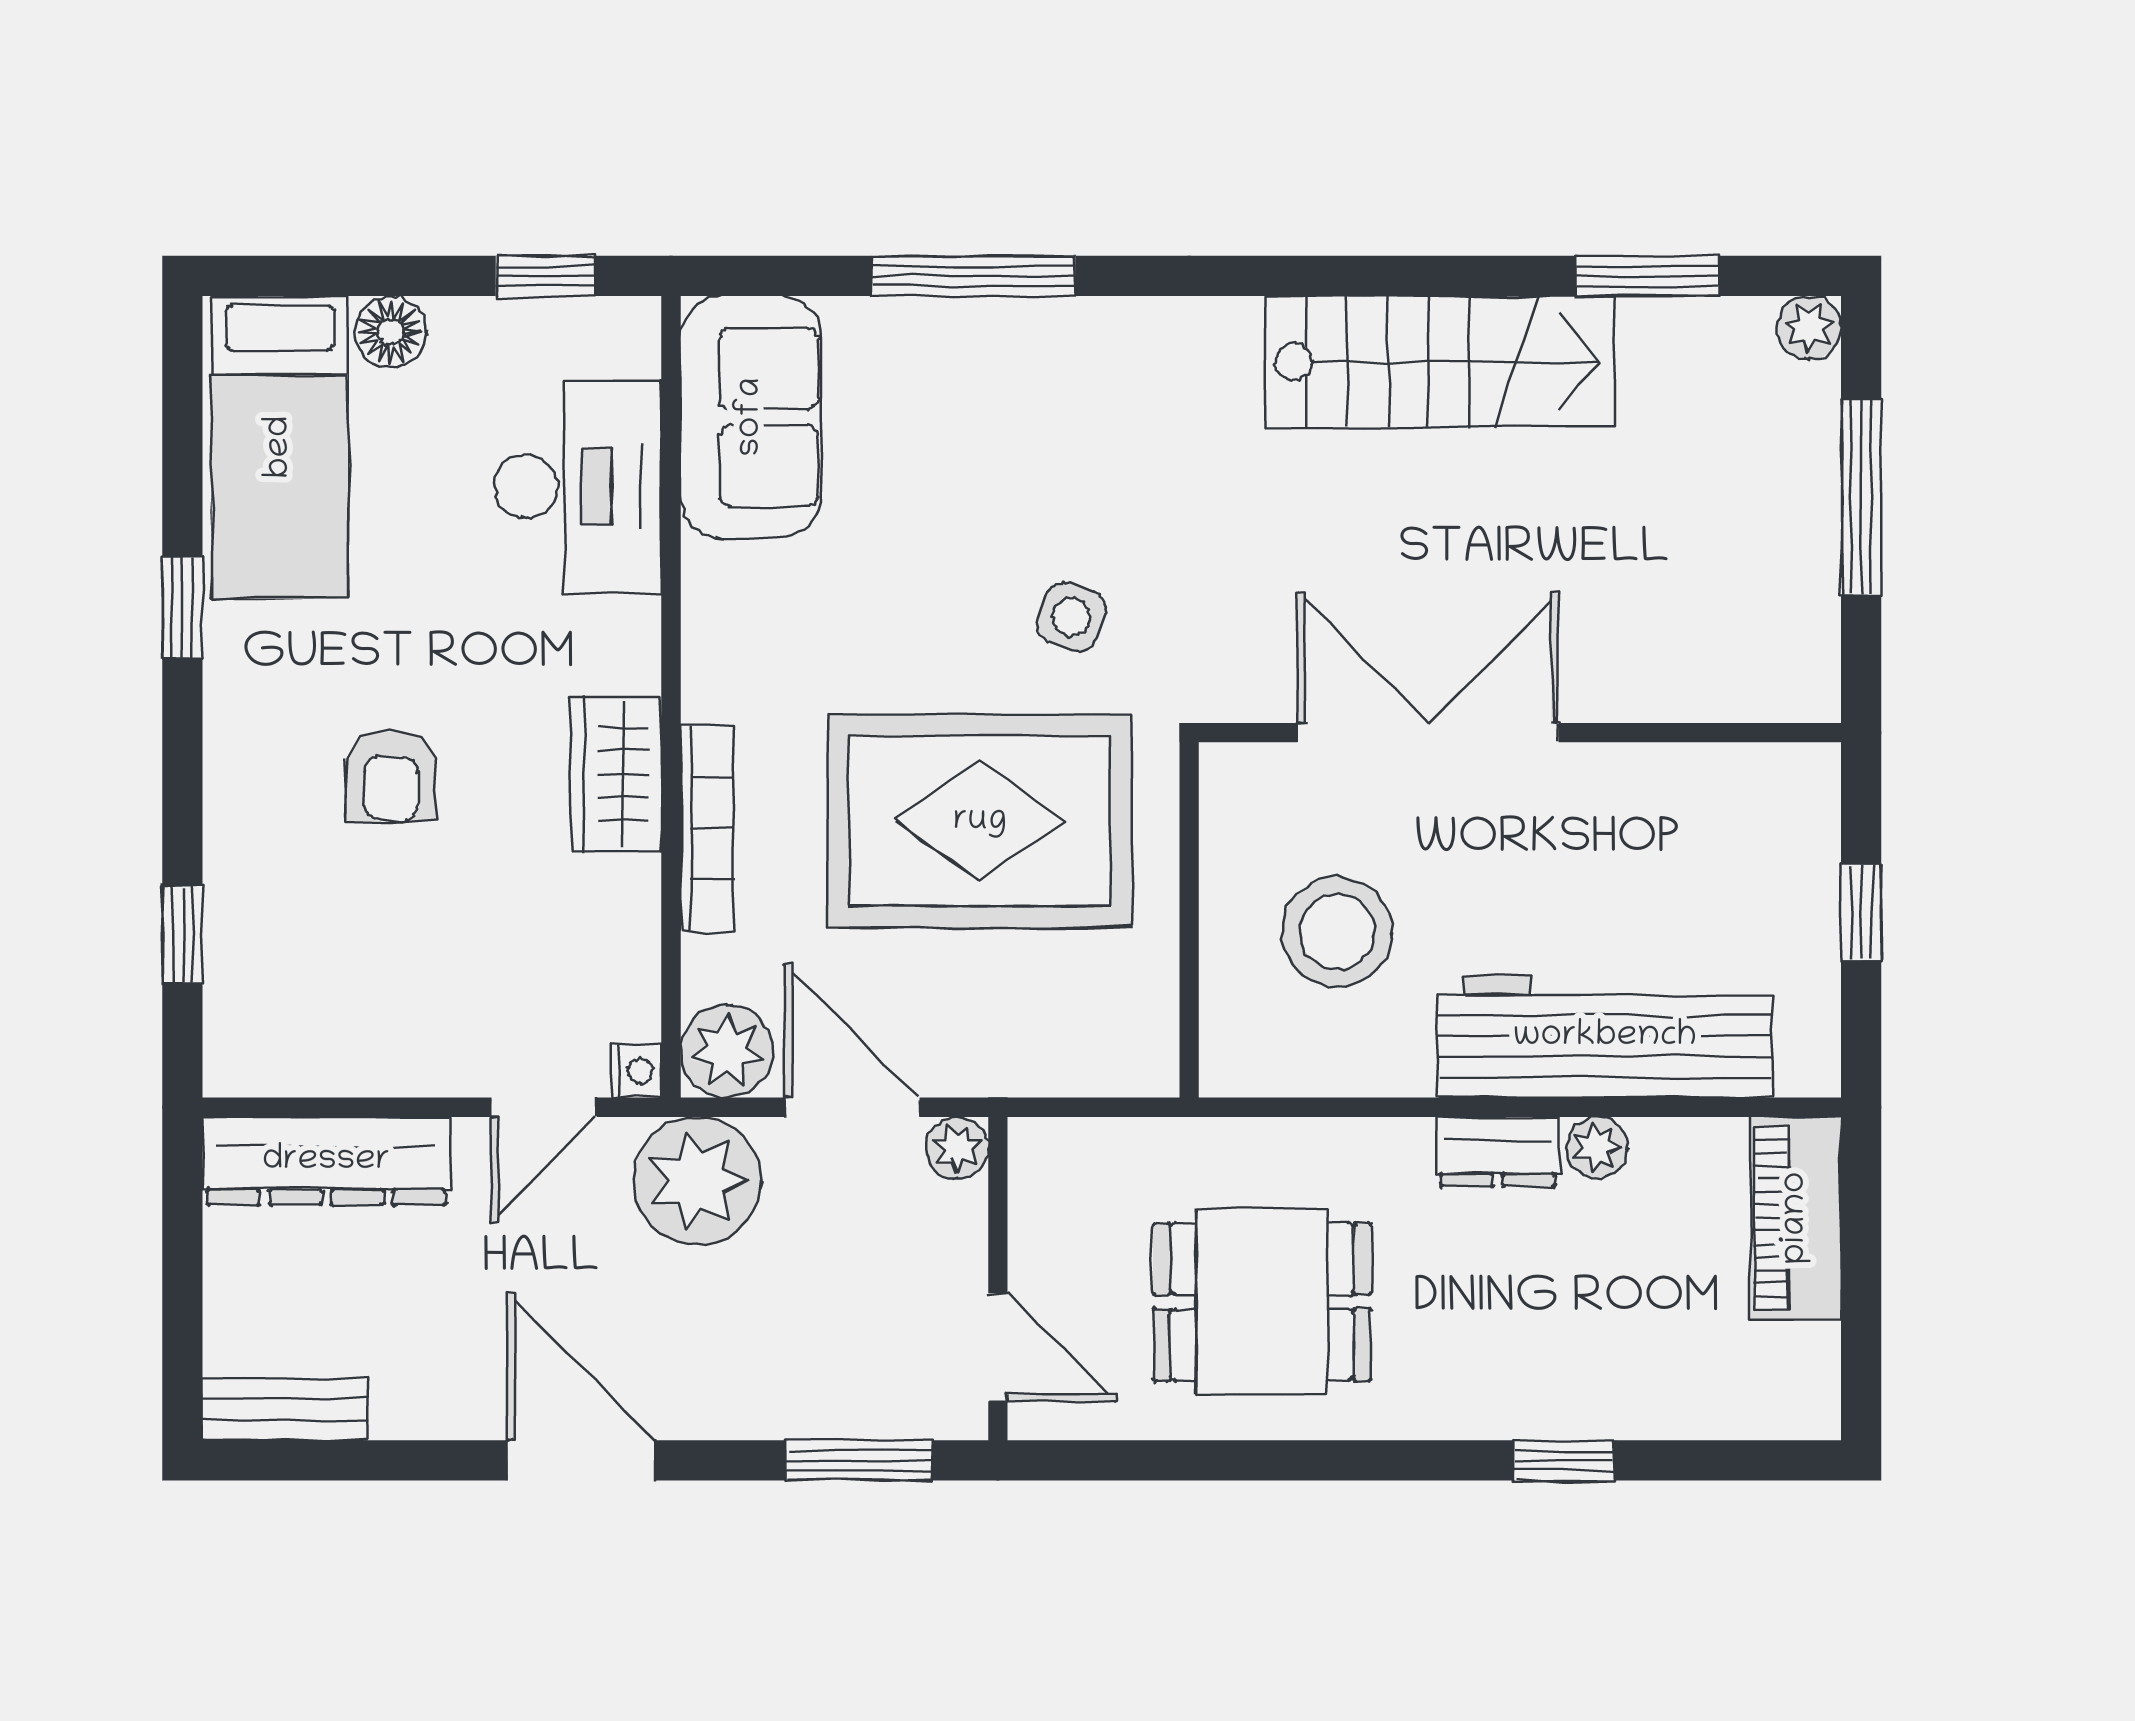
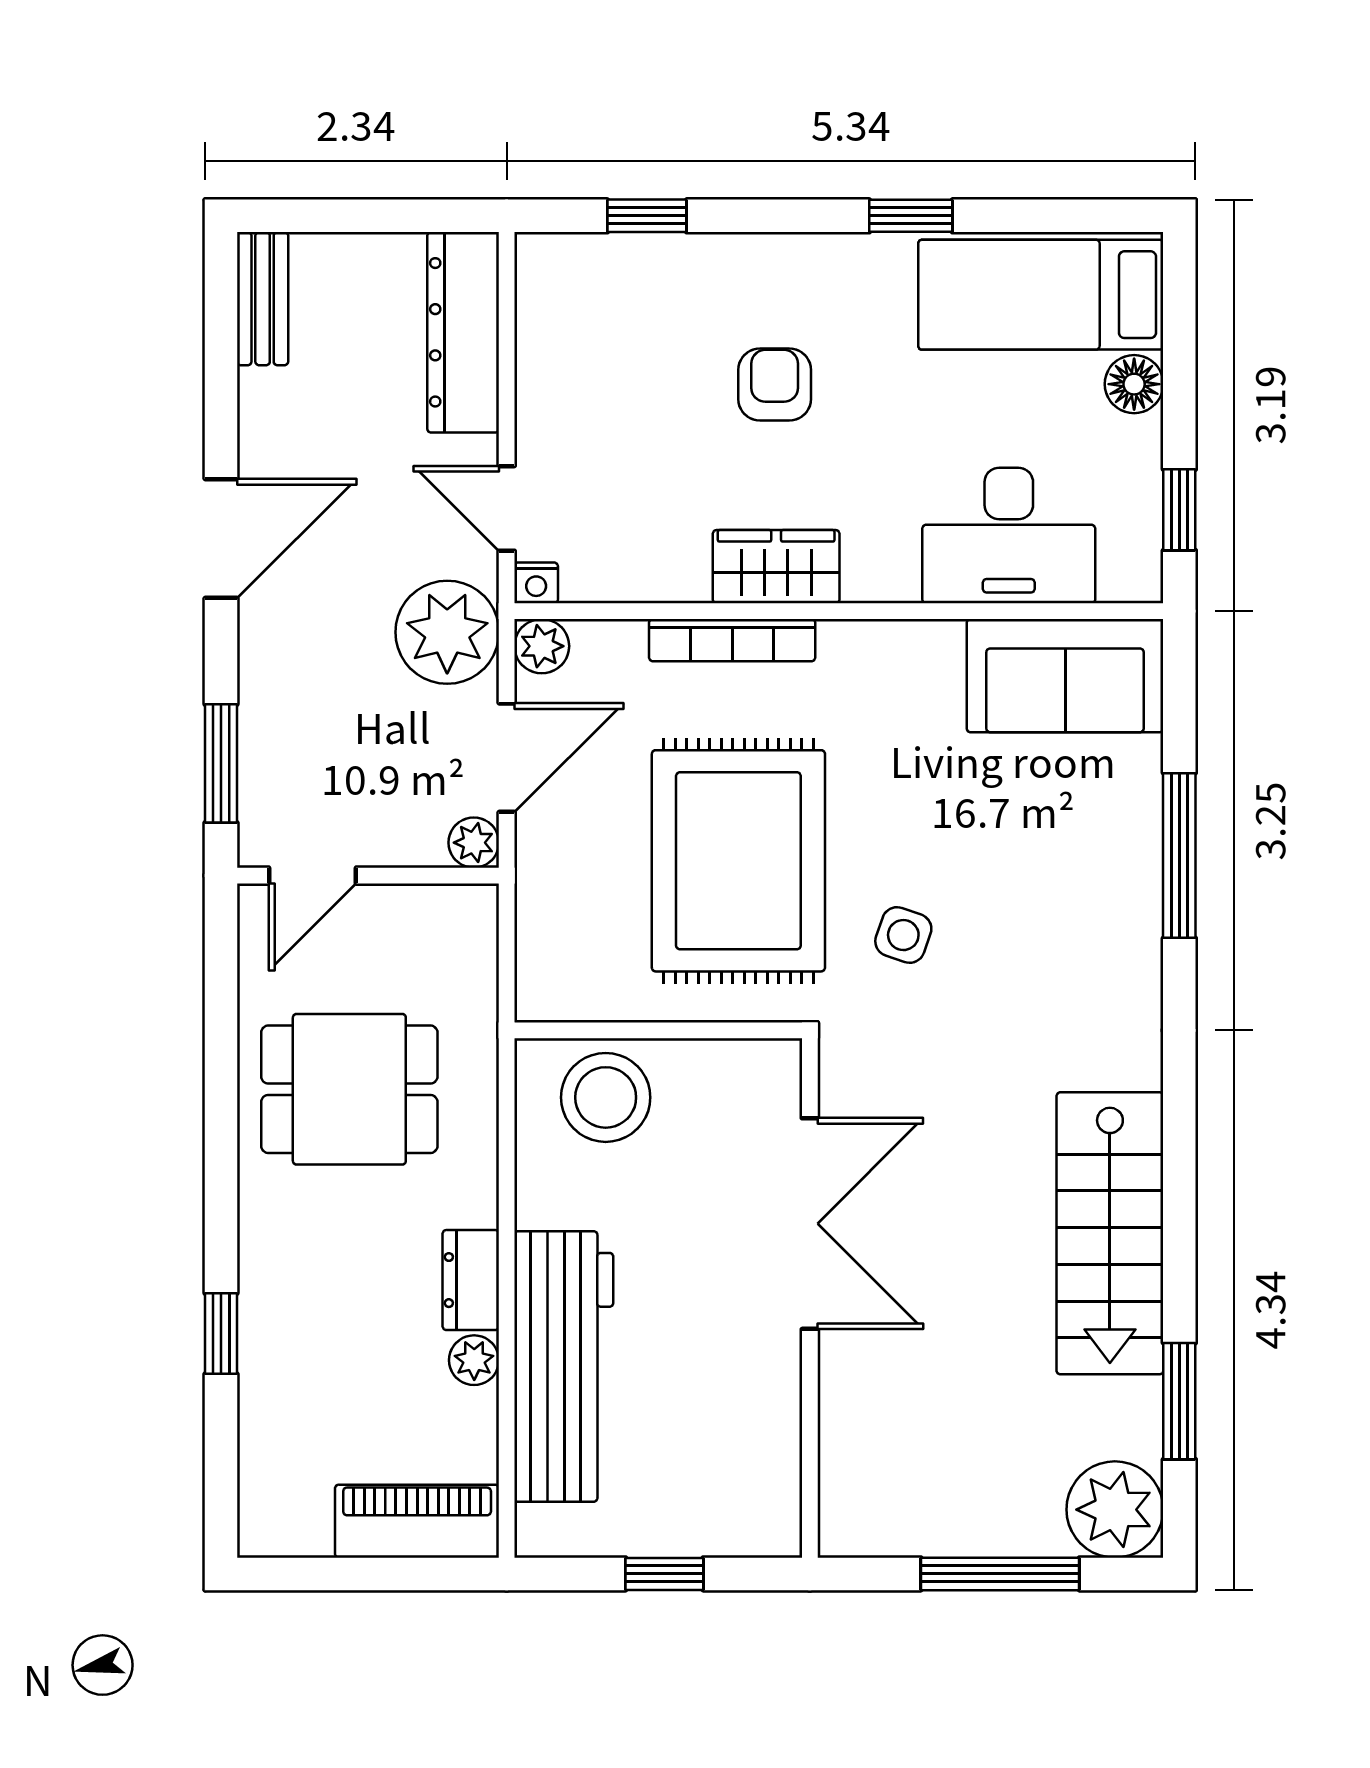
plant: (1809, 328) -> (1115, 1510), width x1.88, depth x1.88
armchair: (391, 776) -> (775, 384), turned 90
stool: (1337, 932) -> (606, 1097), moved
plant: (727, 1051) -> (542, 646), width x0.73, depth x0.73
dining table: (1262, 1302) -> (349, 1089), turned 90

